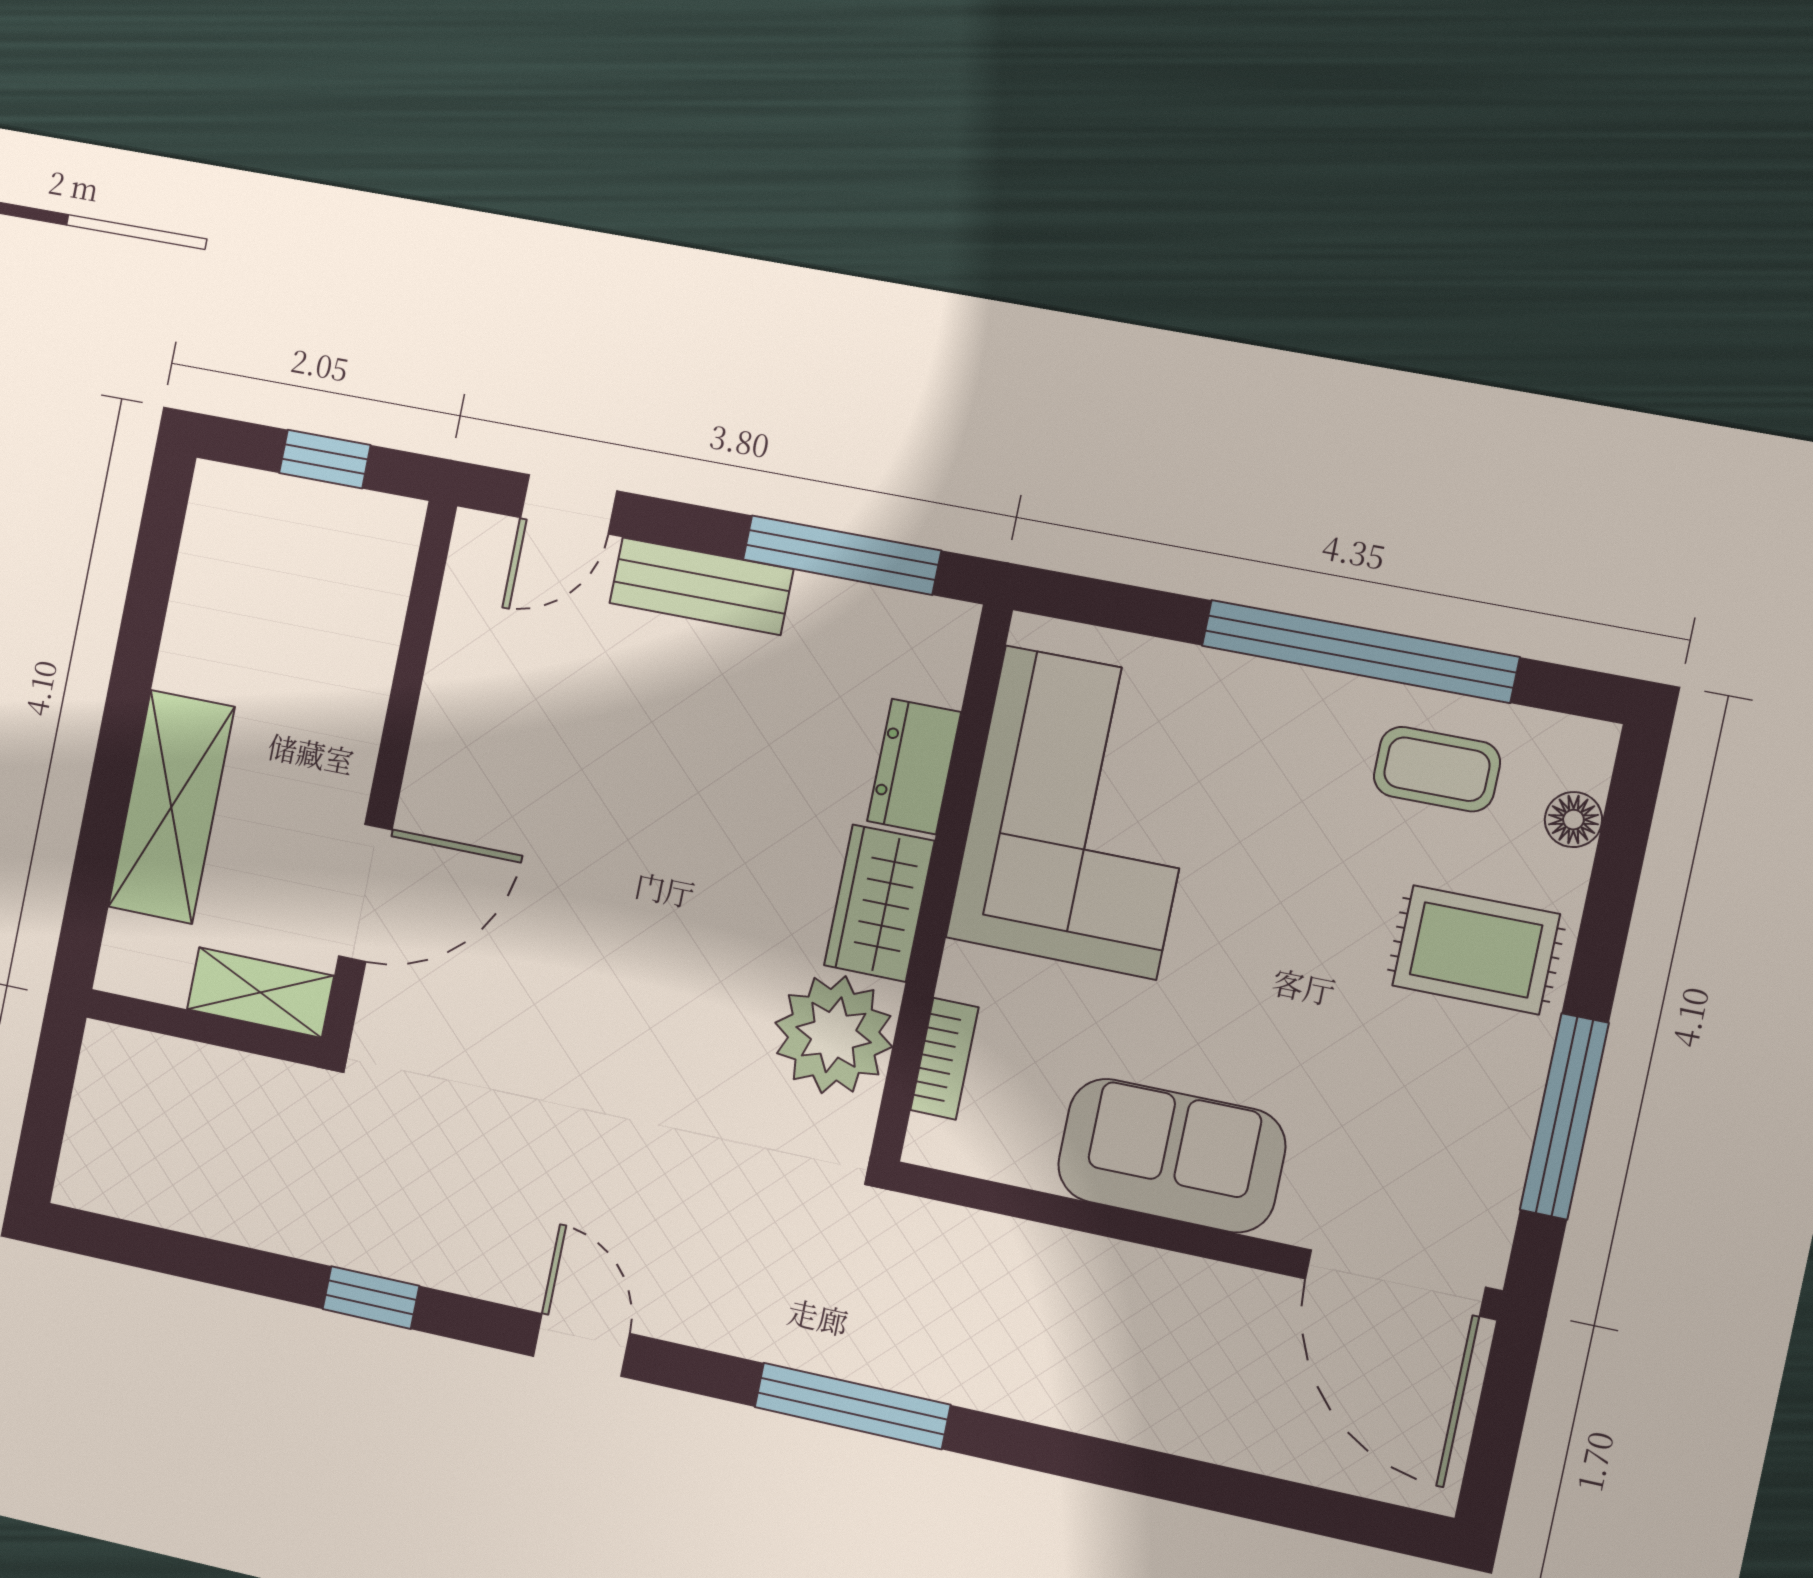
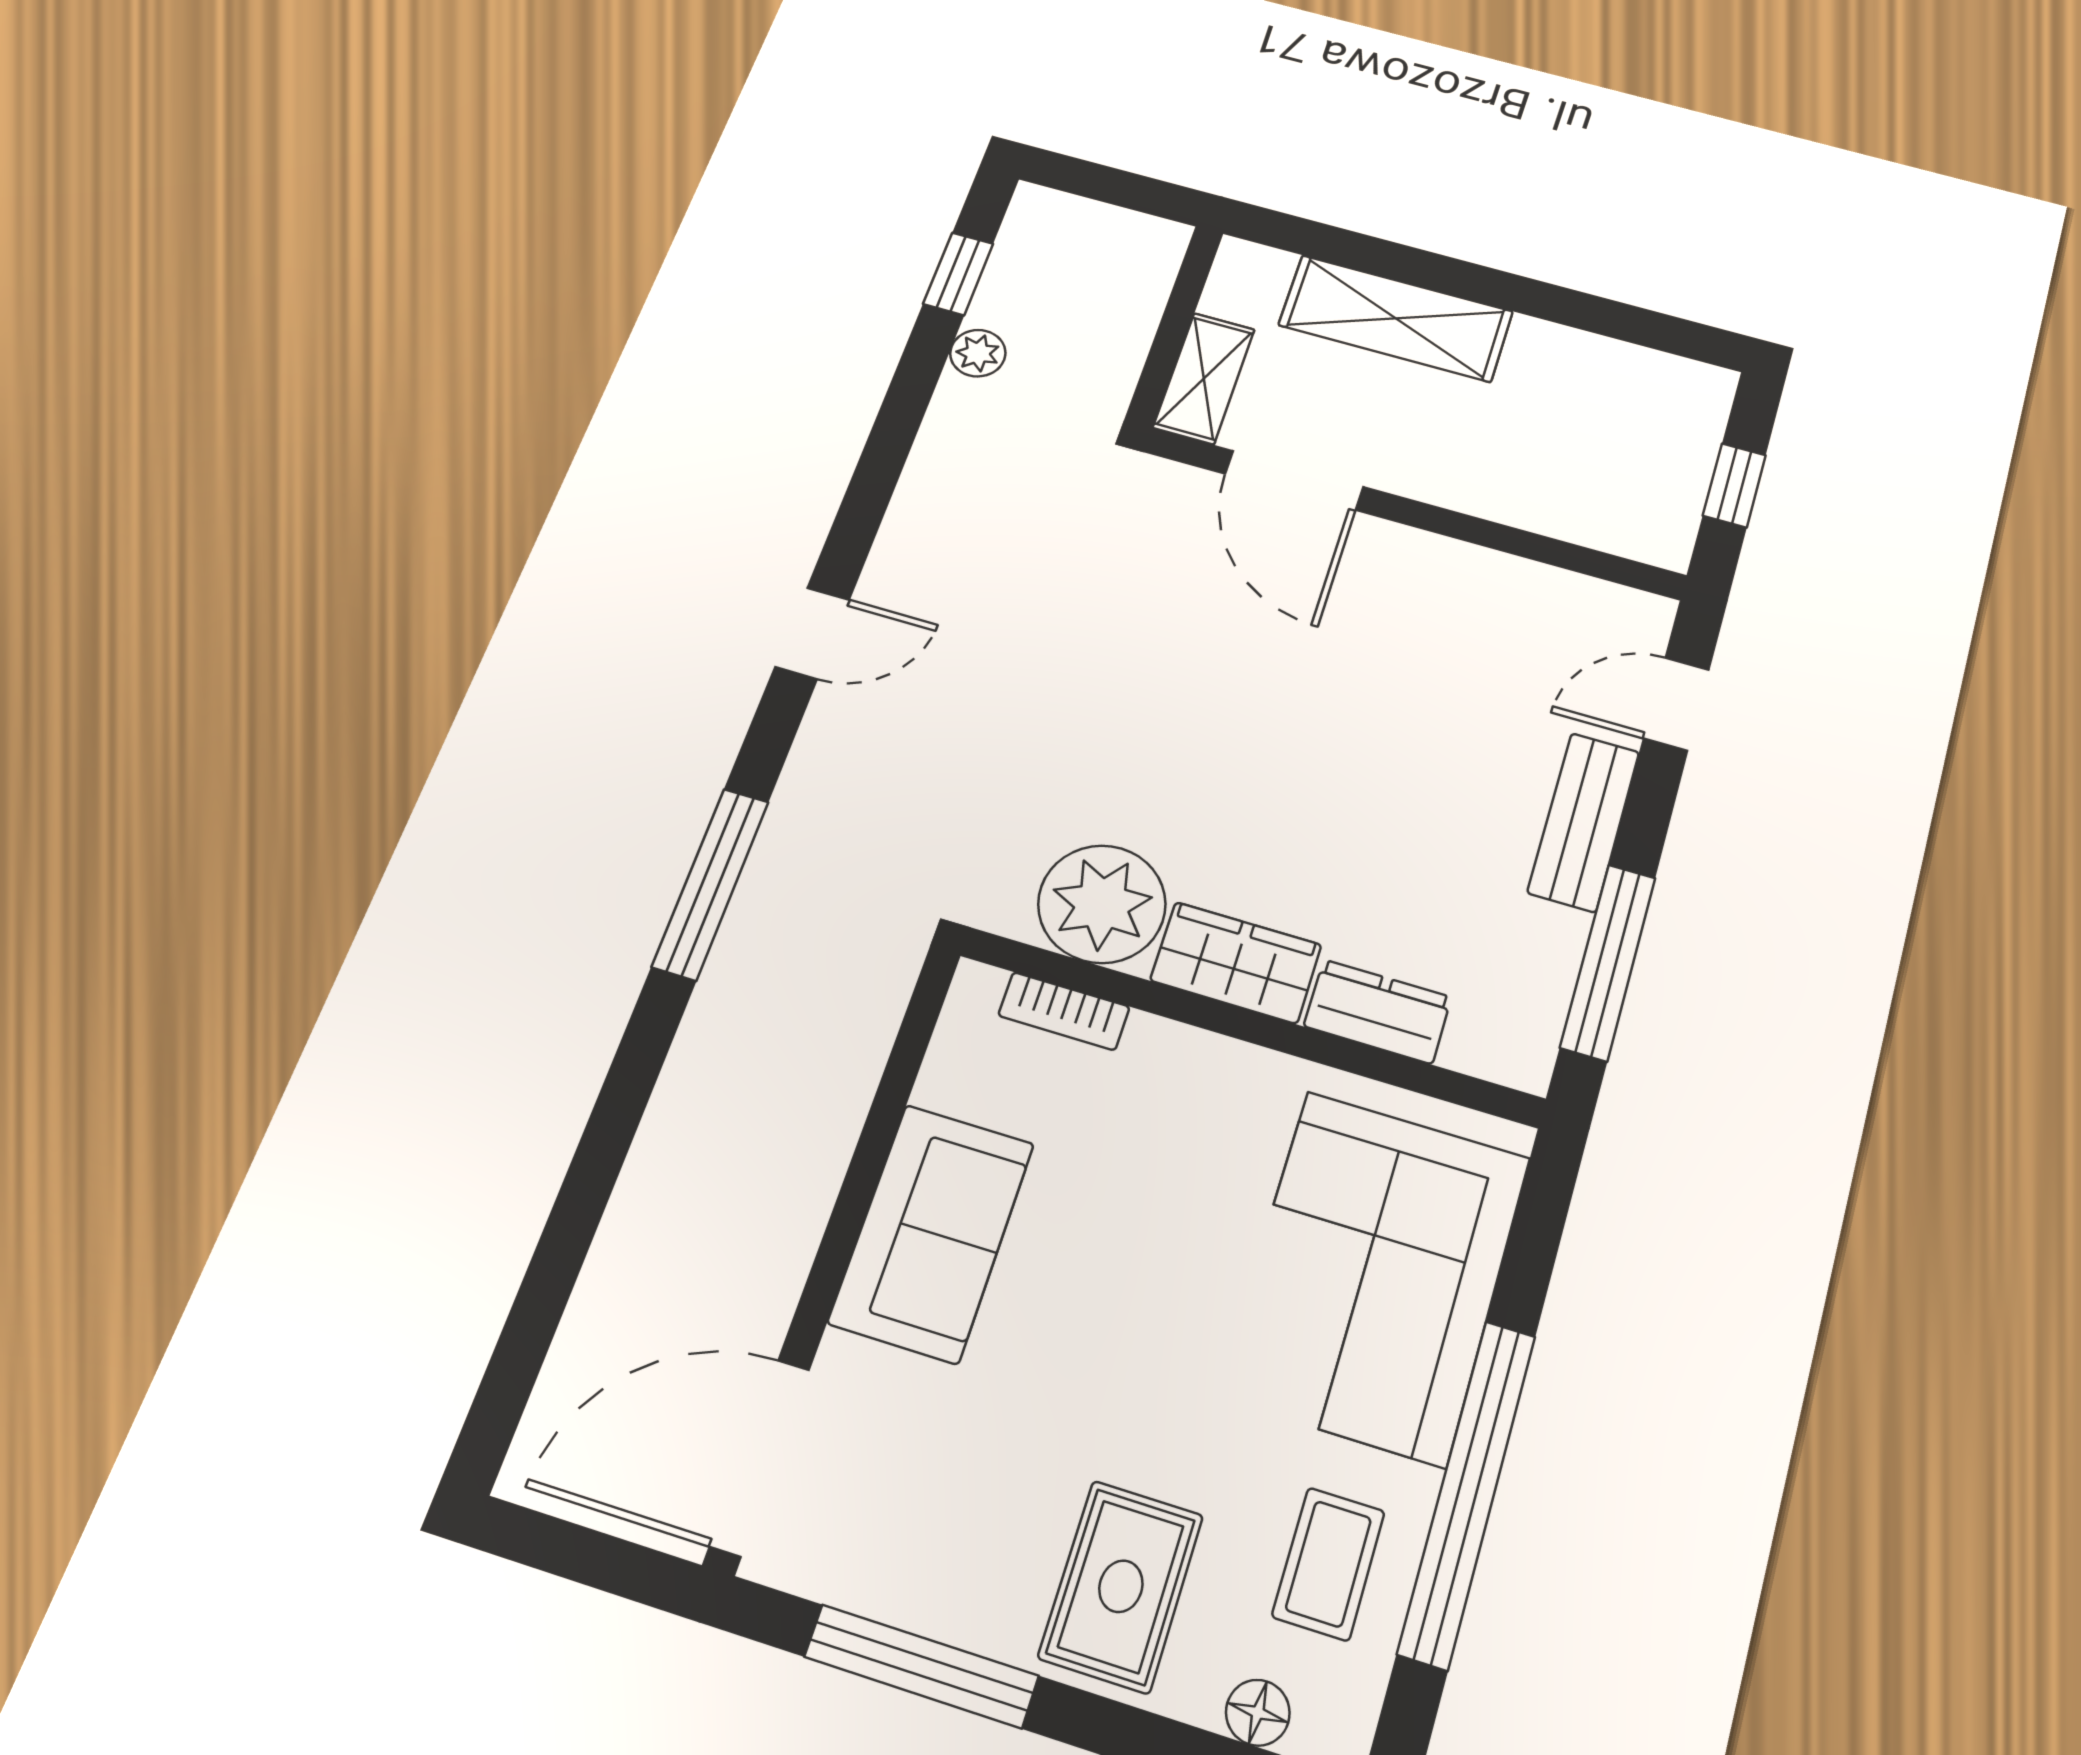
door: (569, 504) -> (1676, 704), hinge flipped
corner sofa: (1081, 812) -> (1375, 1276), moved, turned 90
plant: (256, 1221) -> (978, 353), added
window: (371, 1298) -> (958, 274), moved

